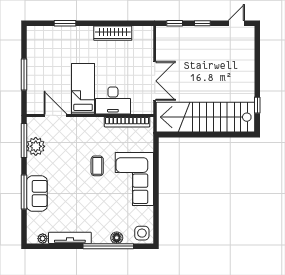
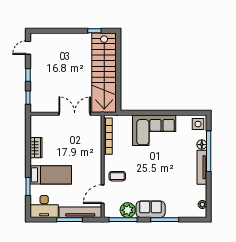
door: (236, 23) -> (28, 48), hinge flipped
wardrobe: (113, 33) -> (36, 148), width x0.67
tv unit: (33, 88) -> (80, 212), added
bed: (83, 89) -> (51, 175), moved, turned 180
desk: (113, 101) -> (44, 206), moved, turned 90
coffee table: (97, 166) -> (117, 176), moved
sofa: (37, 193) -> (151, 209), moved
tv unit: (70, 238) -> (202, 167), moved

